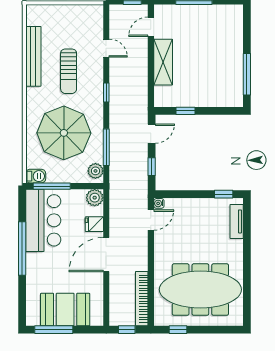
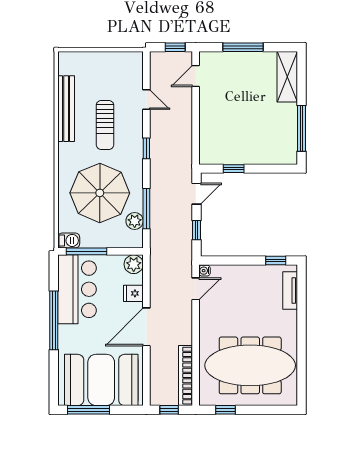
shelving: (163, 62) -> (287, 77), moved
plant: (95, 171) -> (135, 221), moved
booth: (65, 310) -> (101, 380), width x1.36, depth x1.42

